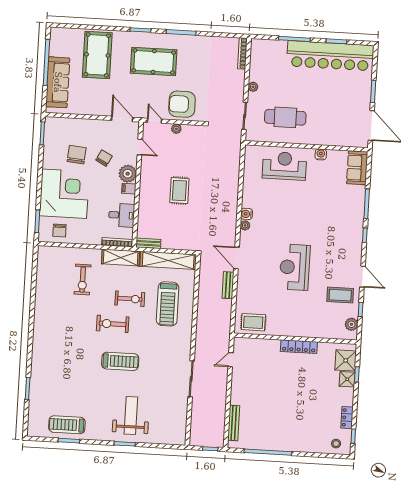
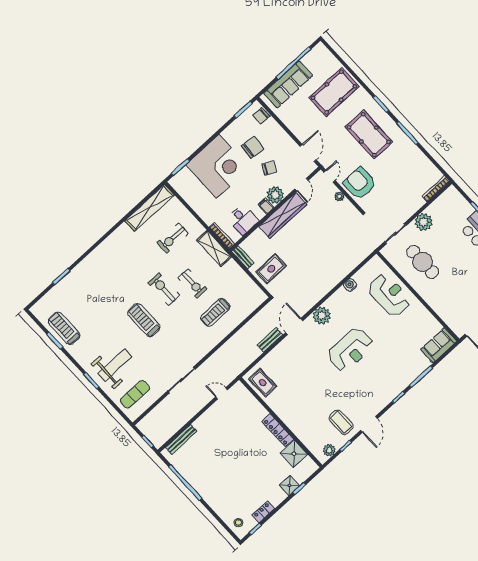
plant: (253, 87) -> (424, 222), width x1.88, depth x1.88
water cooler: (321, 154) -> (422, 312), removed
wardrobe: (148, 184) -> (283, 215), added
rug: (179, 191) -> (271, 269), moved
water cooler: (246, 214) -> (350, 285), moved
plant: (245, 225) -> (322, 316), width x1.87, depth x1.87
chair: (60, 230) -> (261, 116), moved
shelving: (168, 260) -> (150, 208), moved, turned 90
reception desk: (295, 267) -> (350, 350), moved, turned 180
treadmill: (168, 304) -> (215, 312), width x0.73, depth x0.73
shower: (346, 360) -> (294, 454), moved
treadmill: (120, 361) -> (144, 320), turned 180
exercise mat: (167, 423) -> (135, 394), added

